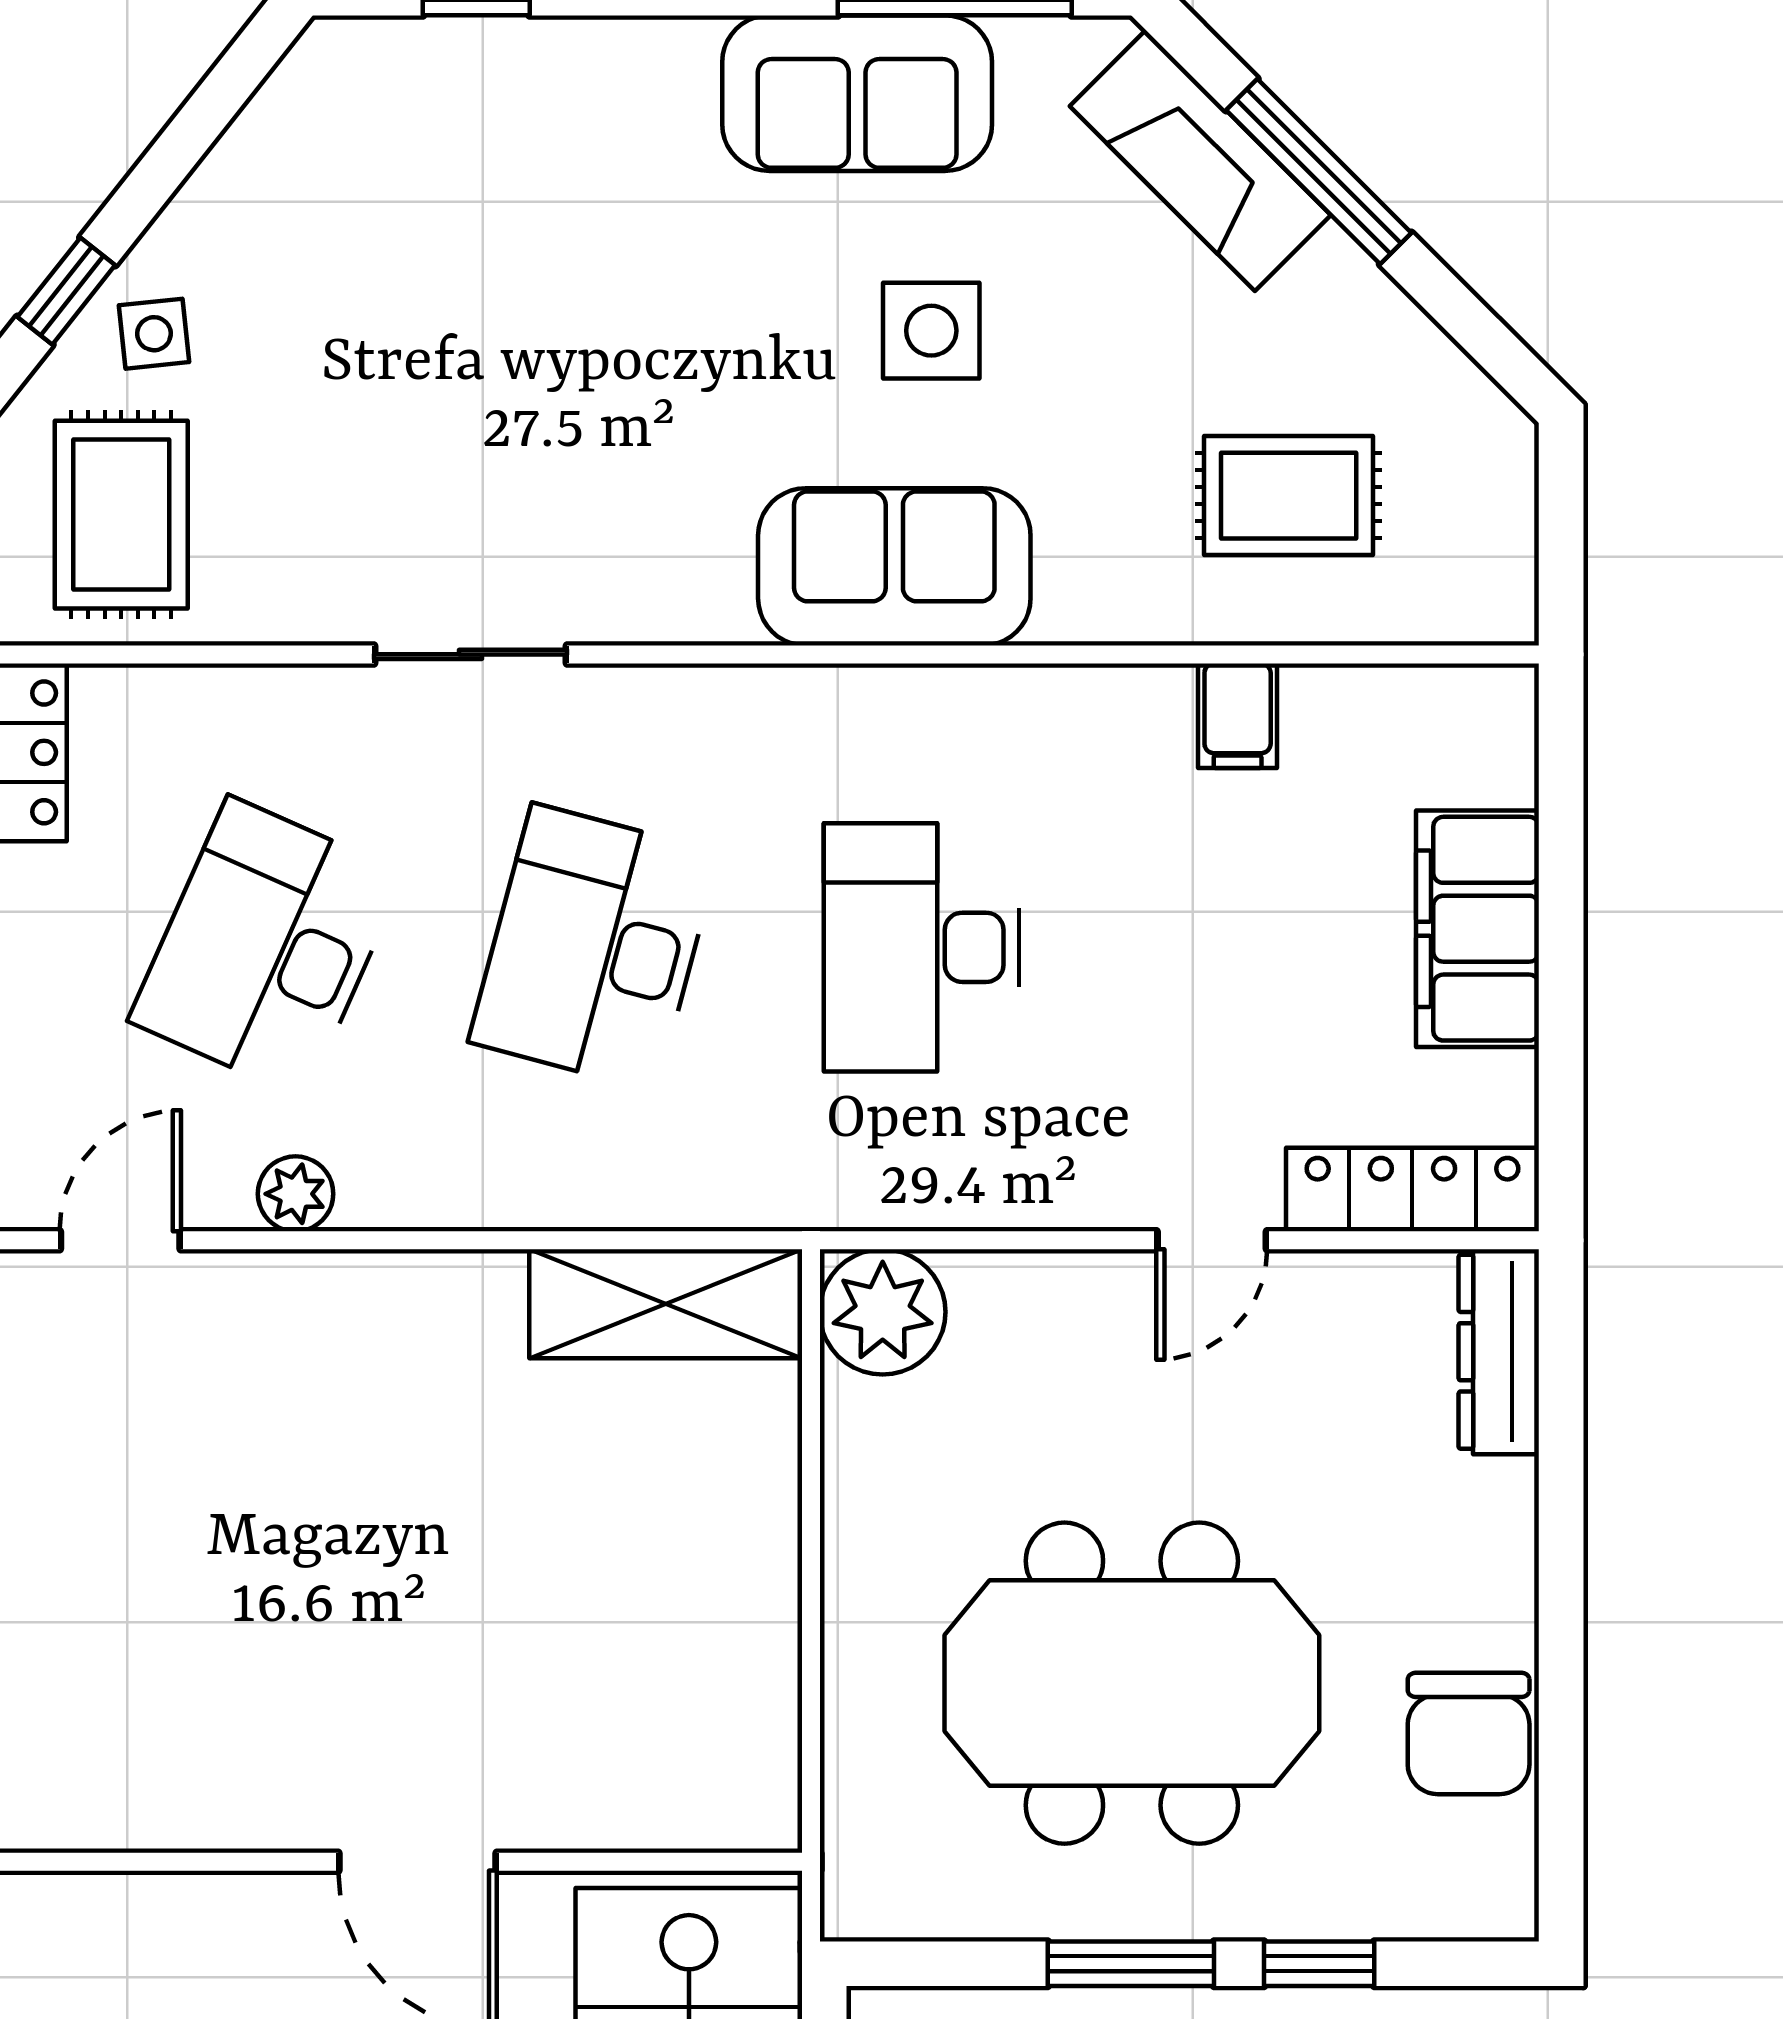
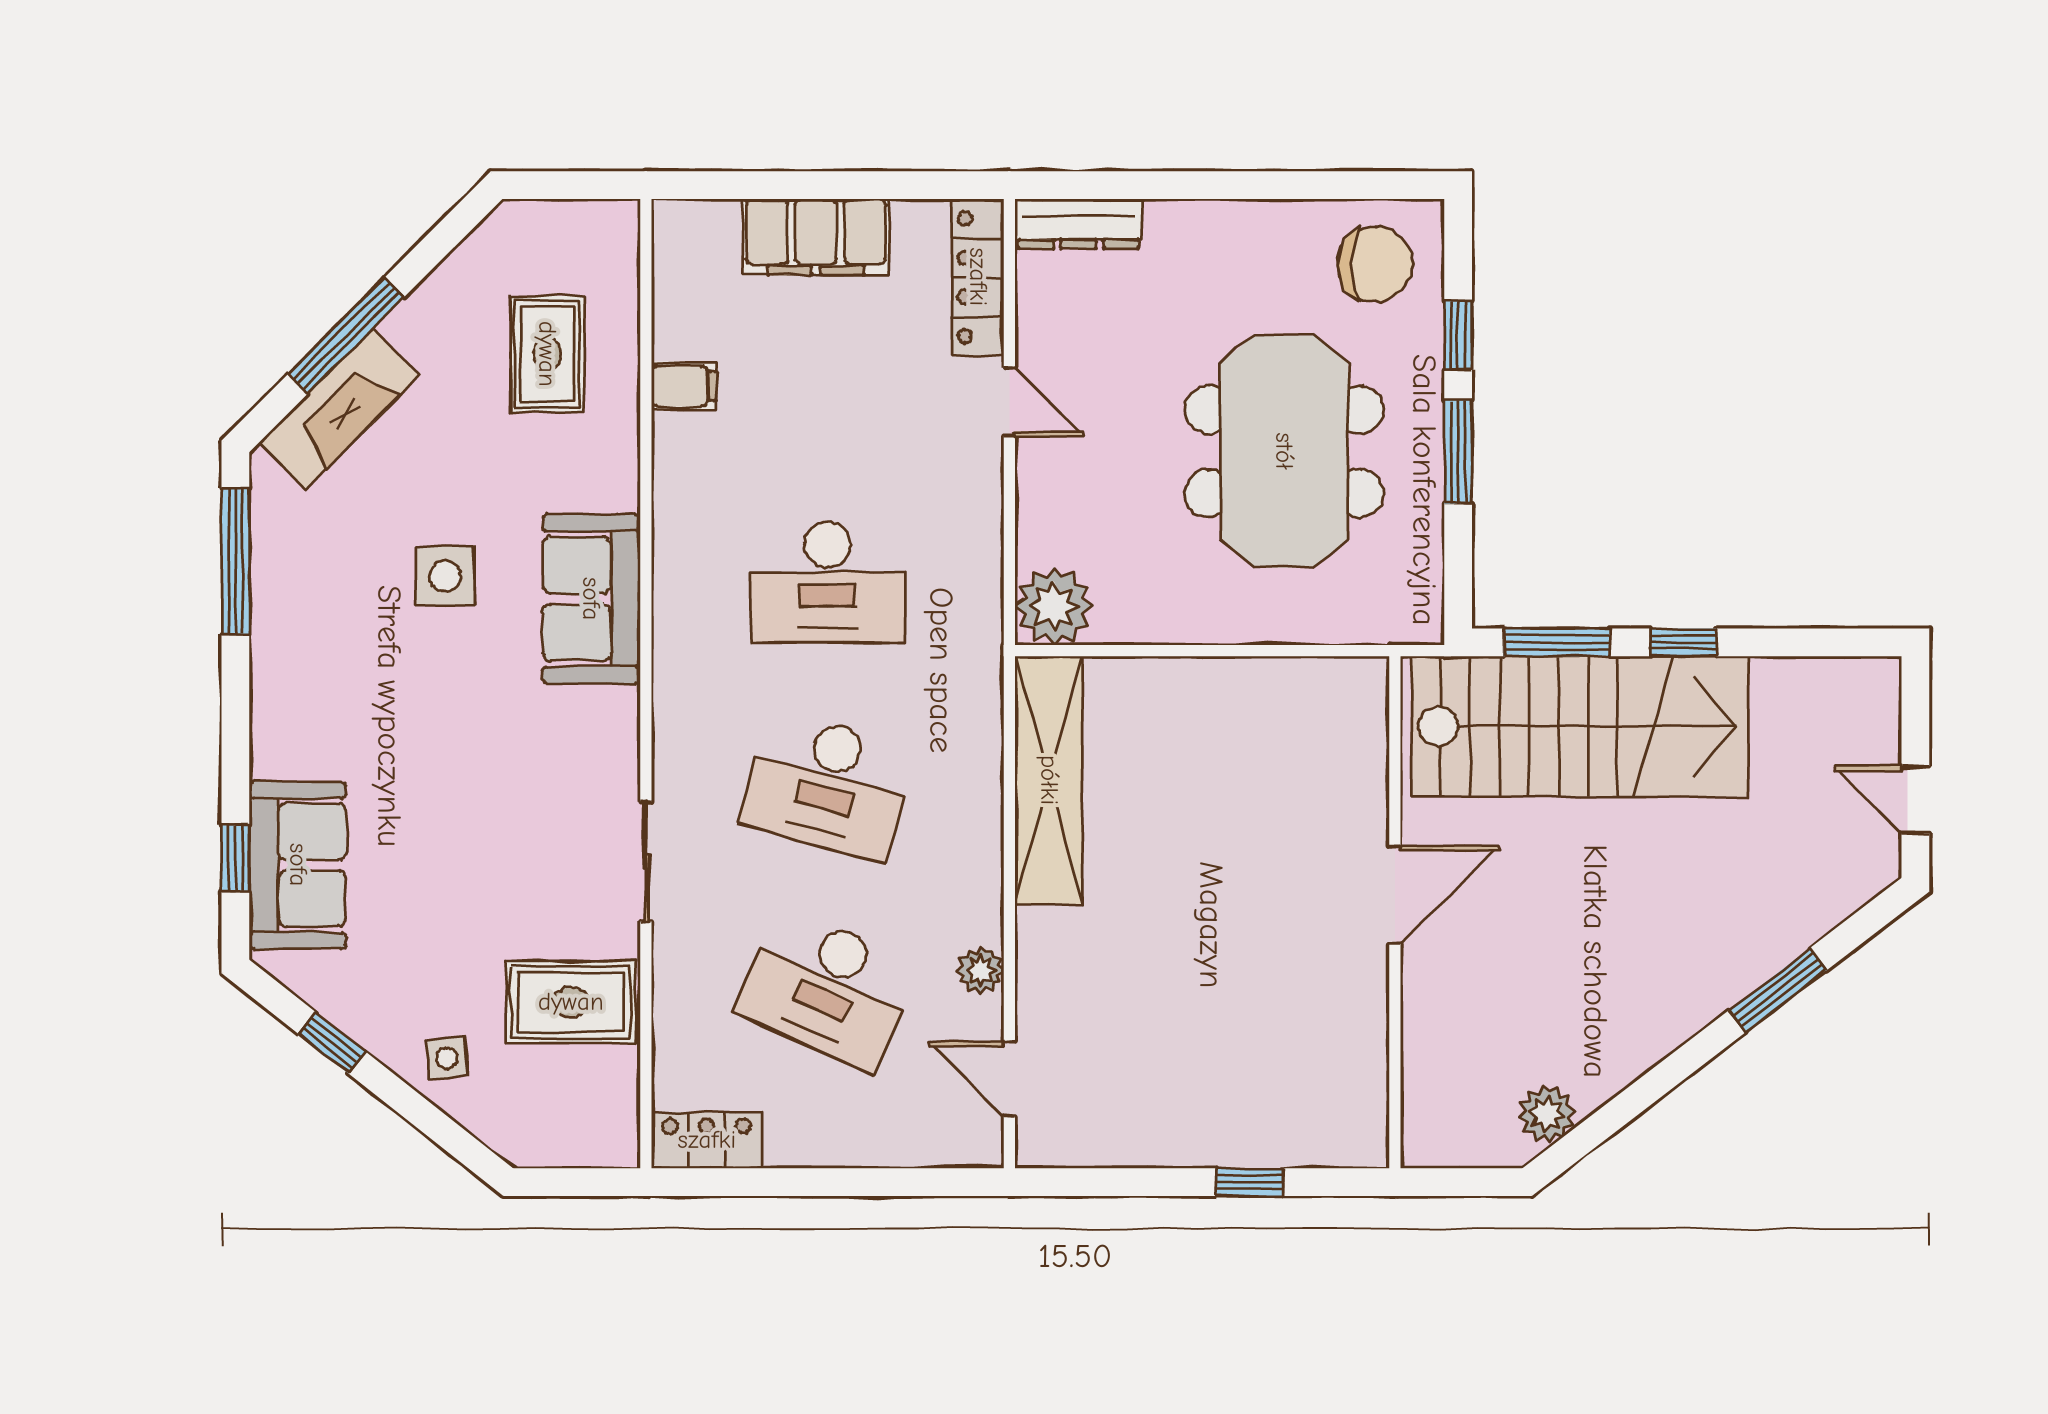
sofa: (857, 93) -> (298, 865), moved
window: (66, 291) -> (332, 1043), moved
rug: (121, 515) -> (571, 1002), moved
shelving: (666, 1304) -> (1049, 780), width x1.47
chair: (1469, 1733) -> (1375, 264), moved

